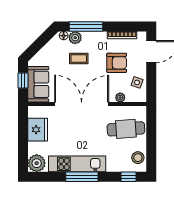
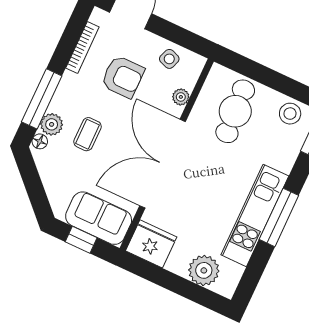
armchair: (117, 63) -> (123, 77), turned 90
fridge: (38, 130) -> (151, 244), moved
plant: (37, 163) -> (204, 270), moved

